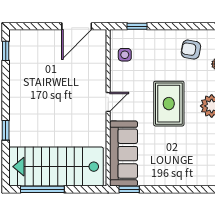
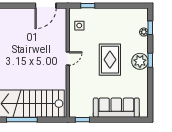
armchair: (191, 50) -> (125, 22), removed
sofa: (124, 154) -> (116, 108), moved, turned -90

